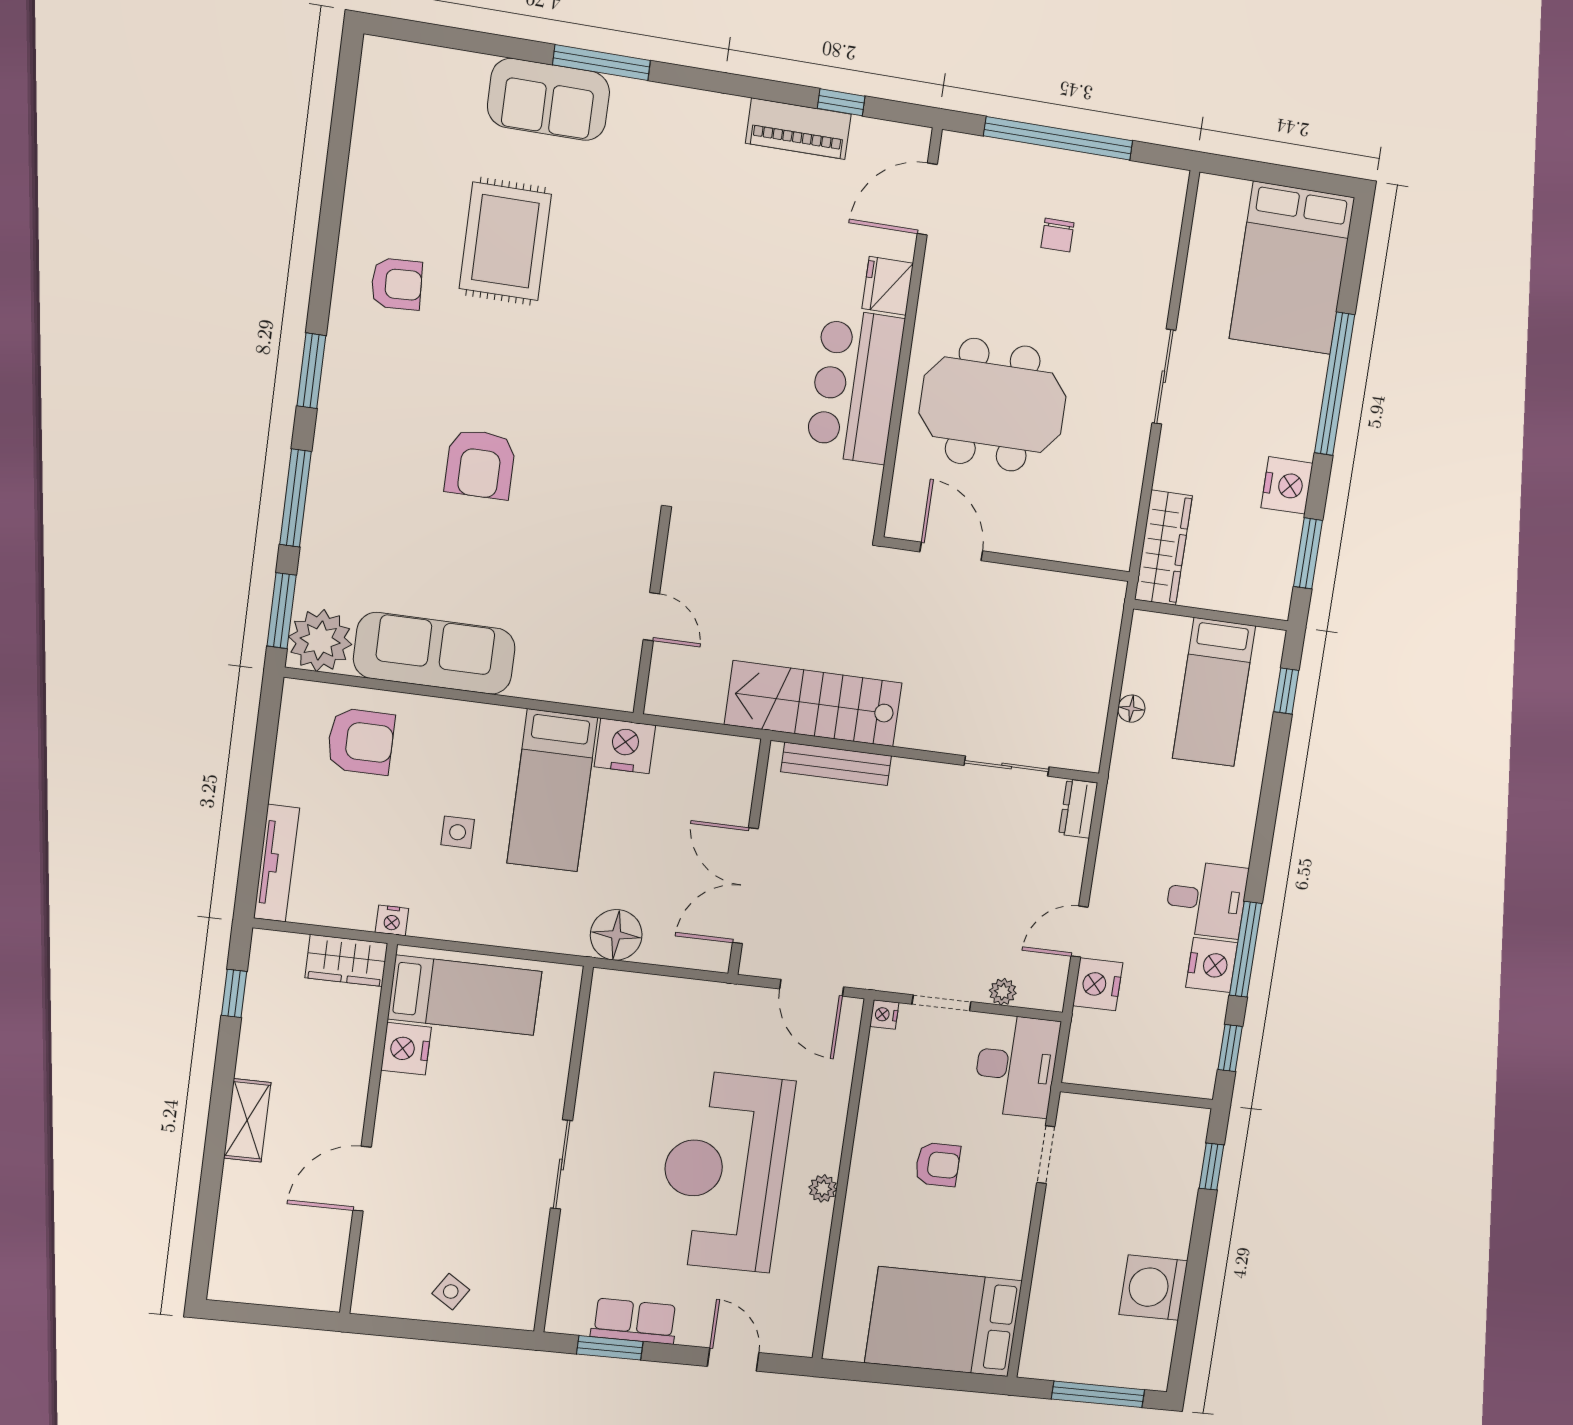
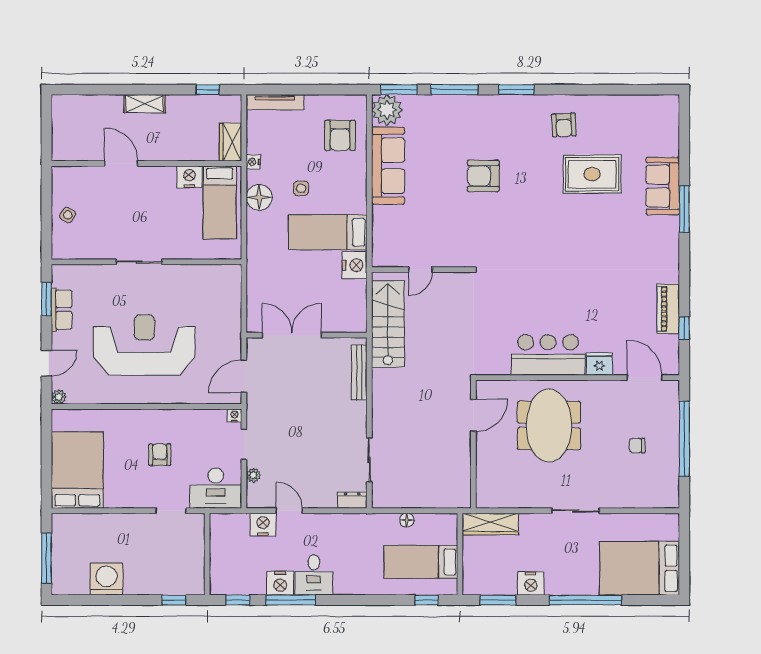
stairs: (813, 704) -> (388, 324), moved
floor lamp: (616, 935) -> (259, 197), moved
armchair: (938, 1164) -> (160, 455), turned 180
plant: (823, 1188) -> (59, 397), moved

